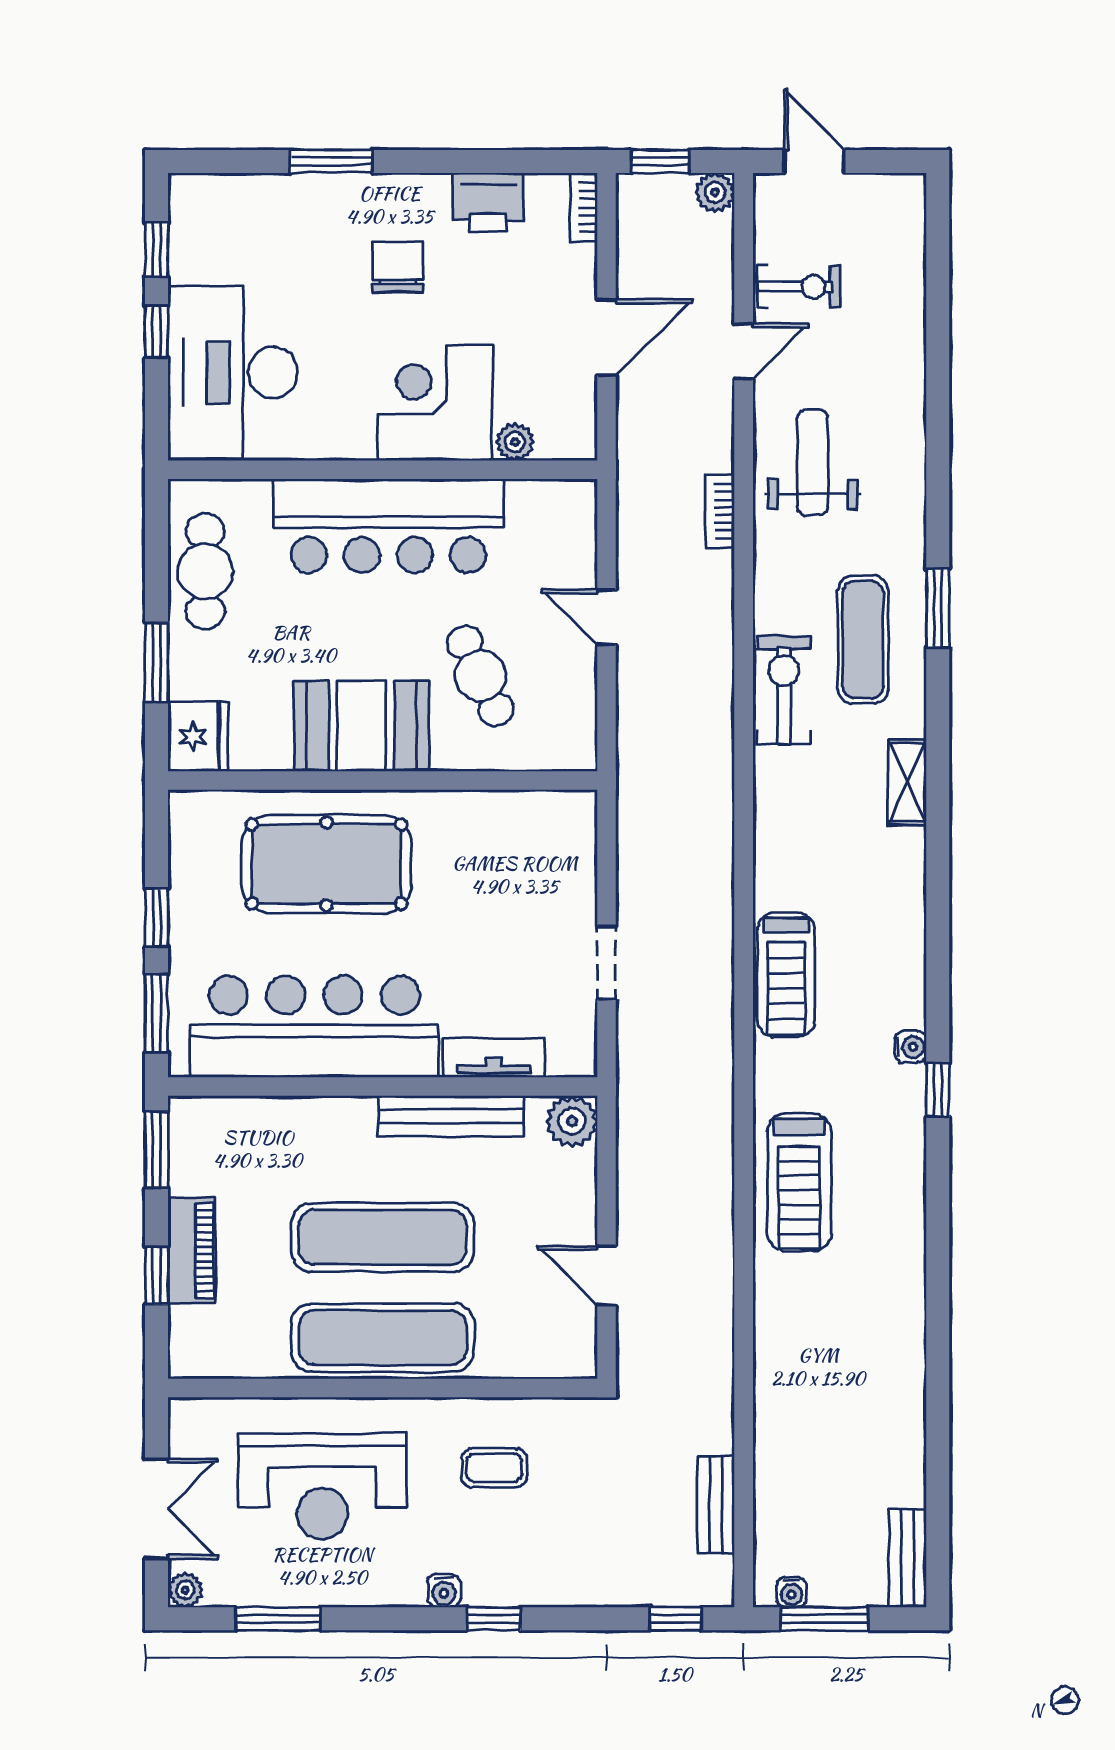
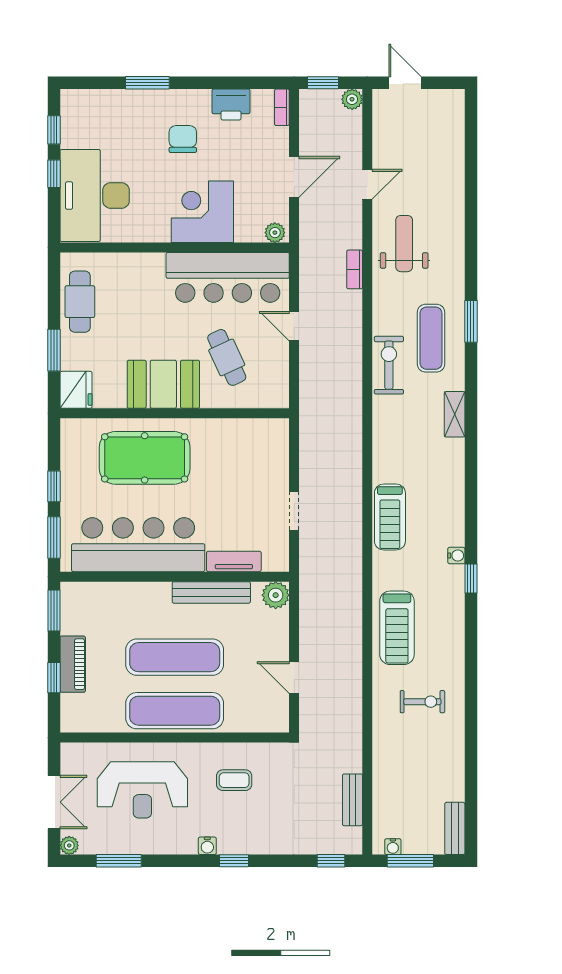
exercise bike: (799, 287) -> (422, 702), moved
plant: (515, 442) -> (275, 233), moved
bar counter: (389, 526) -> (228, 277), moved

